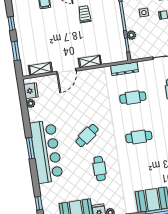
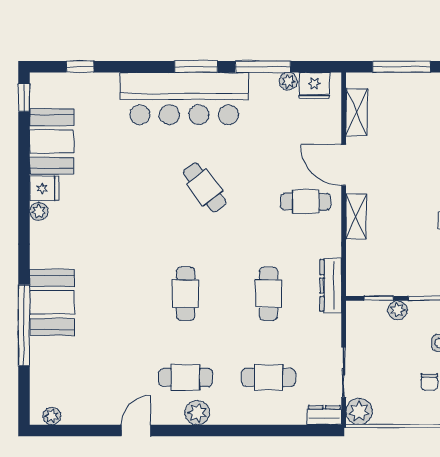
window: (16, 51) -> (401, 67), width x1.44
window: (26, 117) -> (263, 67), added
cafe table: (100, 169) -> (306, 202), moved

